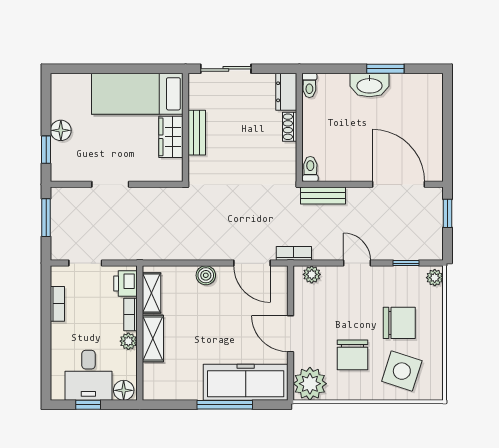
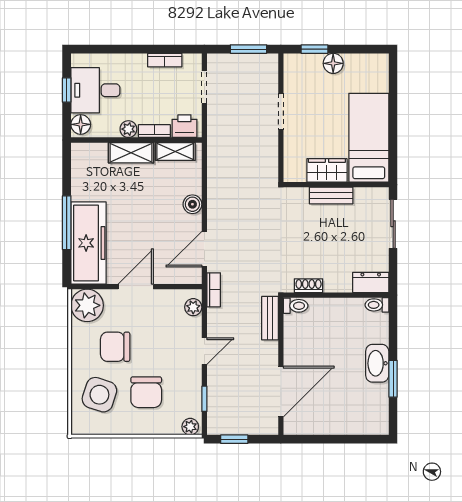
shoe rack: (290, 127) -> (309, 286), moved
window: (448, 213) -> (234, 439), moved

